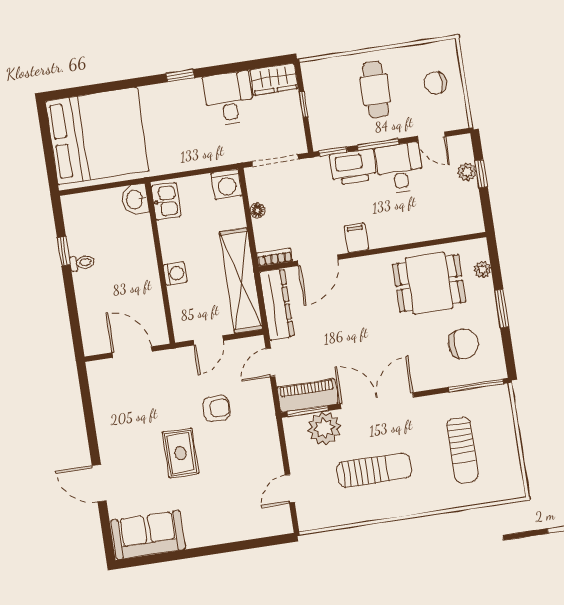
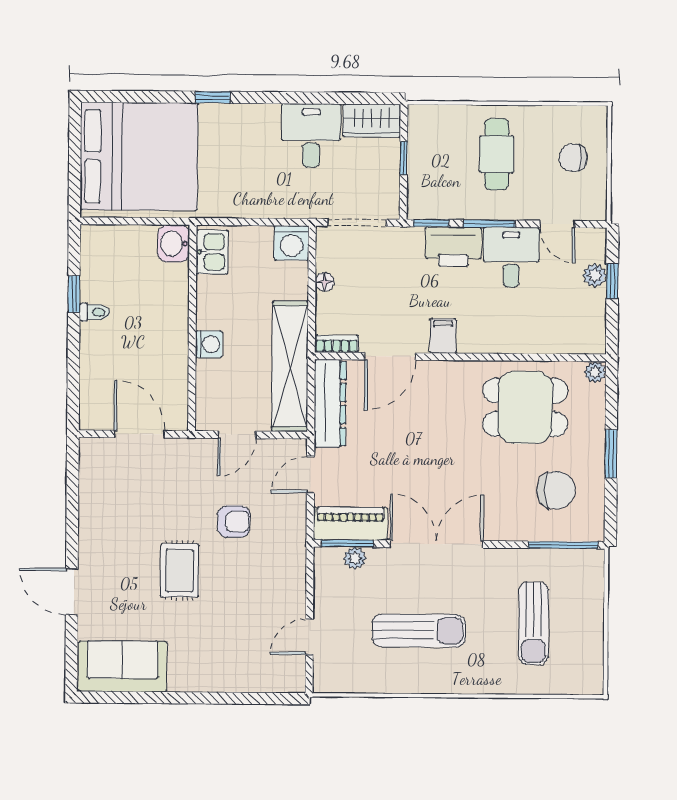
window: (180, 76) -> (213, 97), moved
plant: (483, 269) -> (595, 372), moved
plant: (324, 428) -> (355, 558), width x0.53, depth x0.53

